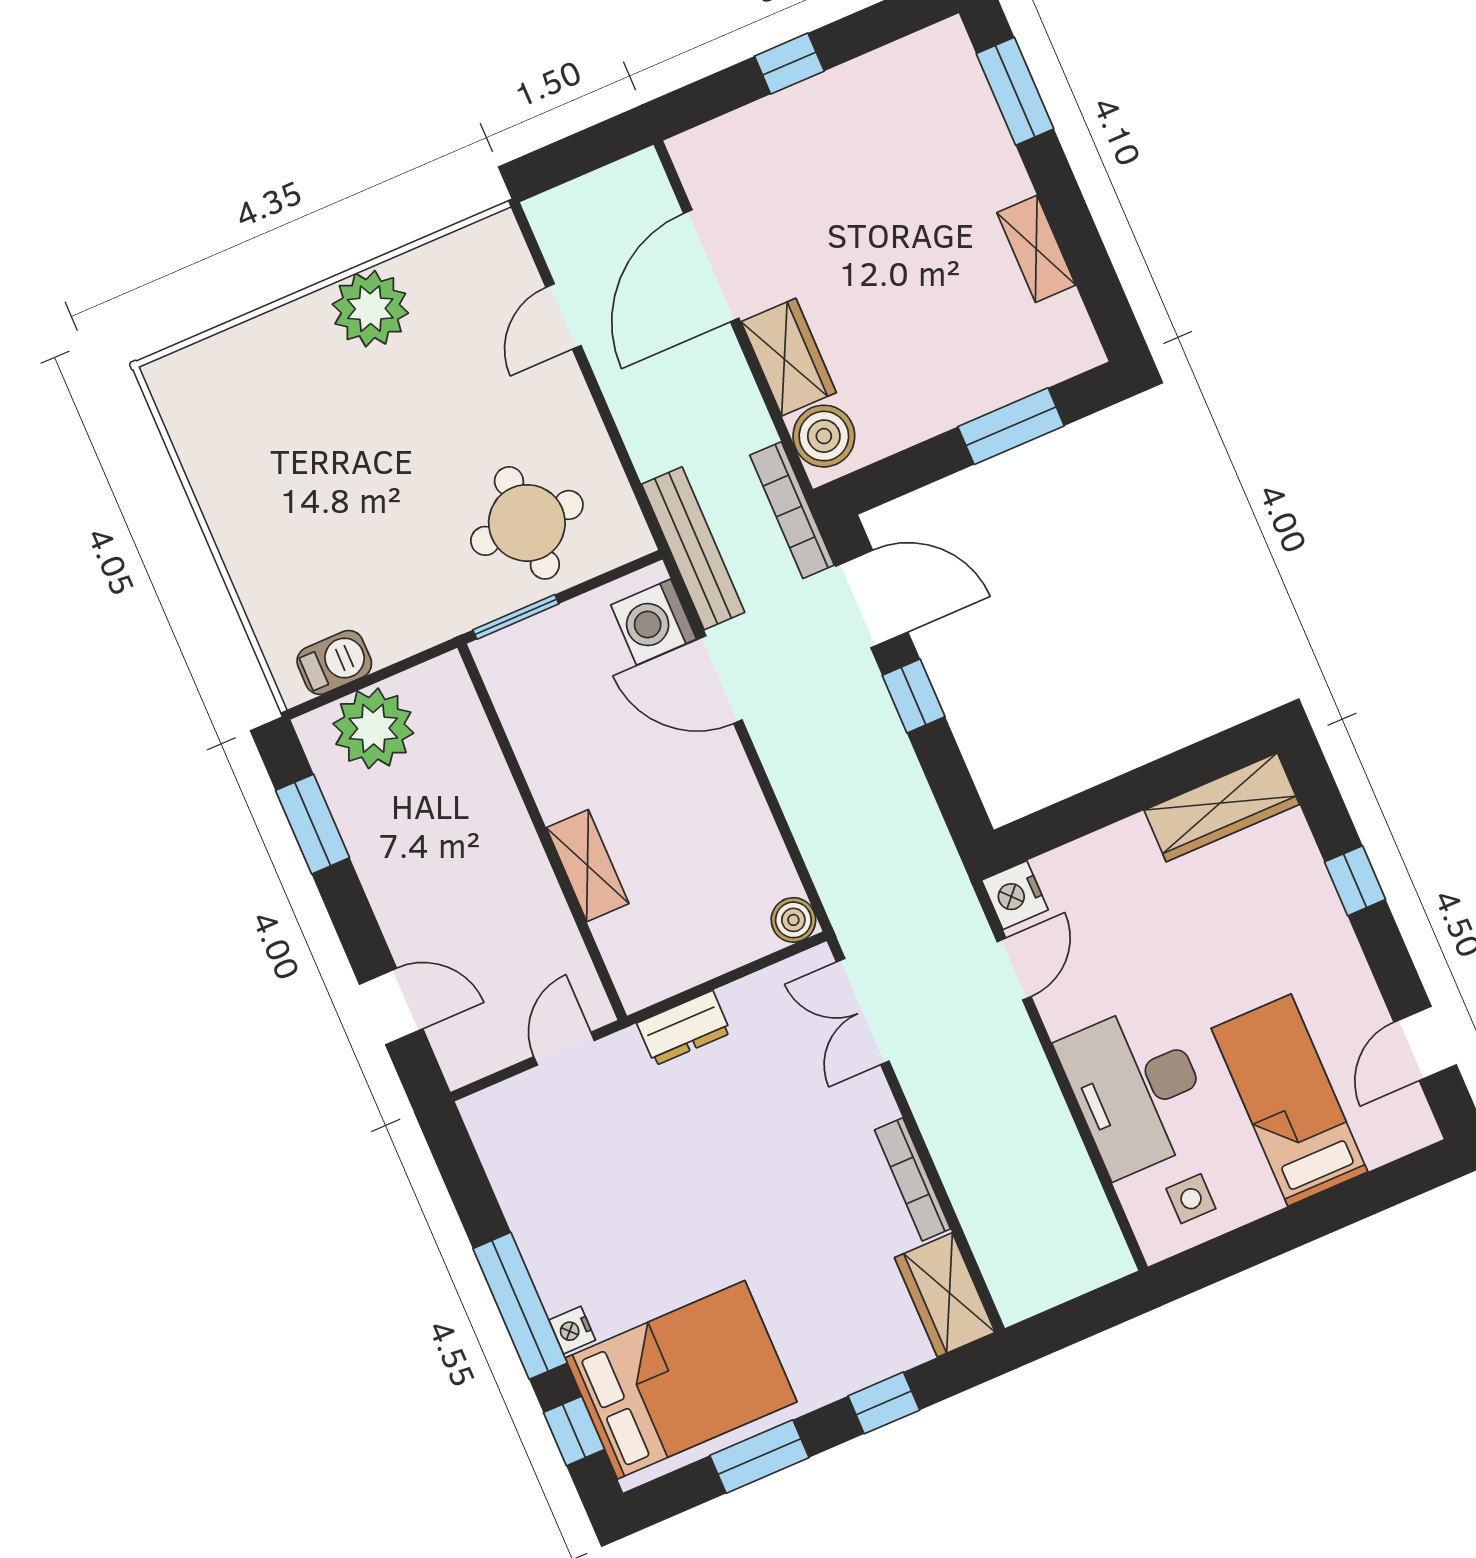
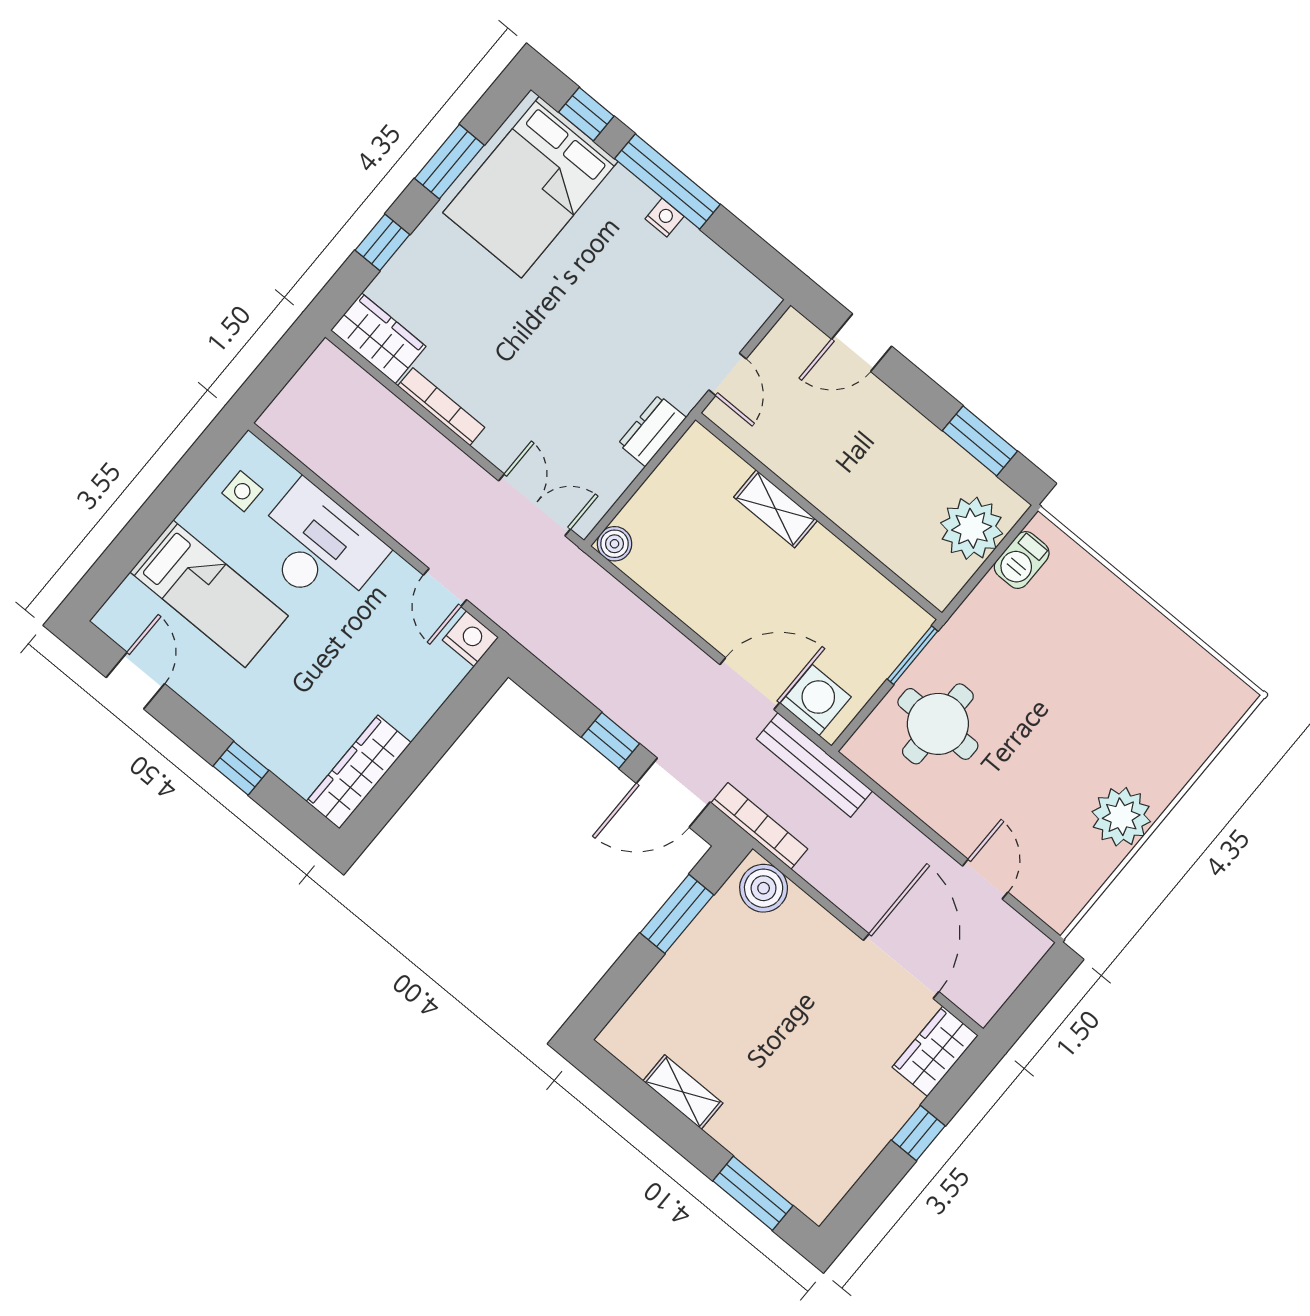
wardrobe: (789, 357) -> (935, 1051), moved, turned 90
window: (1011, 426) -> (677, 914), moved
nightstand: (572, 1330) -> (664, 218), moved

